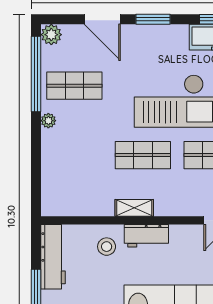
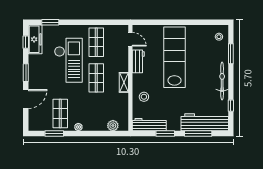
plant: (51, 35) -> (113, 126), moved
window: (36, 74) -> (54, 133), width x0.47
workbench: (146, 236) -> (138, 61), moved

